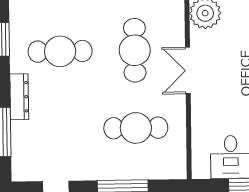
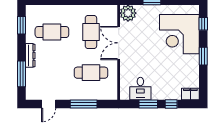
double door: (188, 70) -> (119, 43), width x1.37

